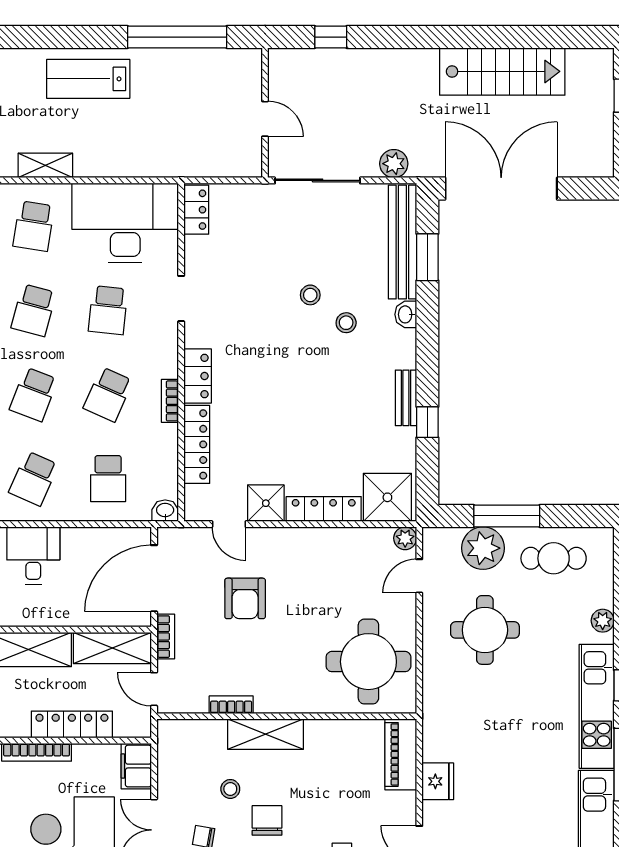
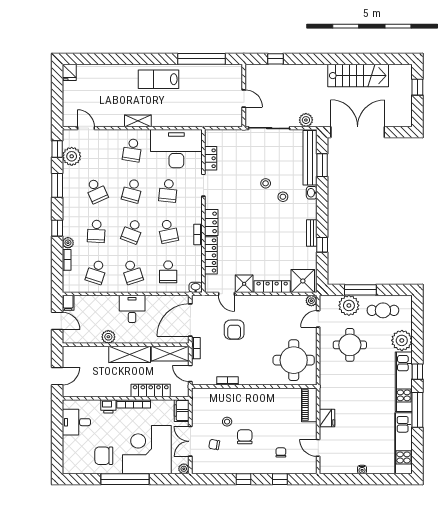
locker: (196, 210) -> (211, 158), moved
school desk: (108, 394) -> (168, 231), turned -36
school desk: (34, 479) -> (132, 272), turned -42
plant: (603, 621) -> (402, 340), width x1.88, depth x1.88
shelving: (265, 734) -> (244, 395), removed

